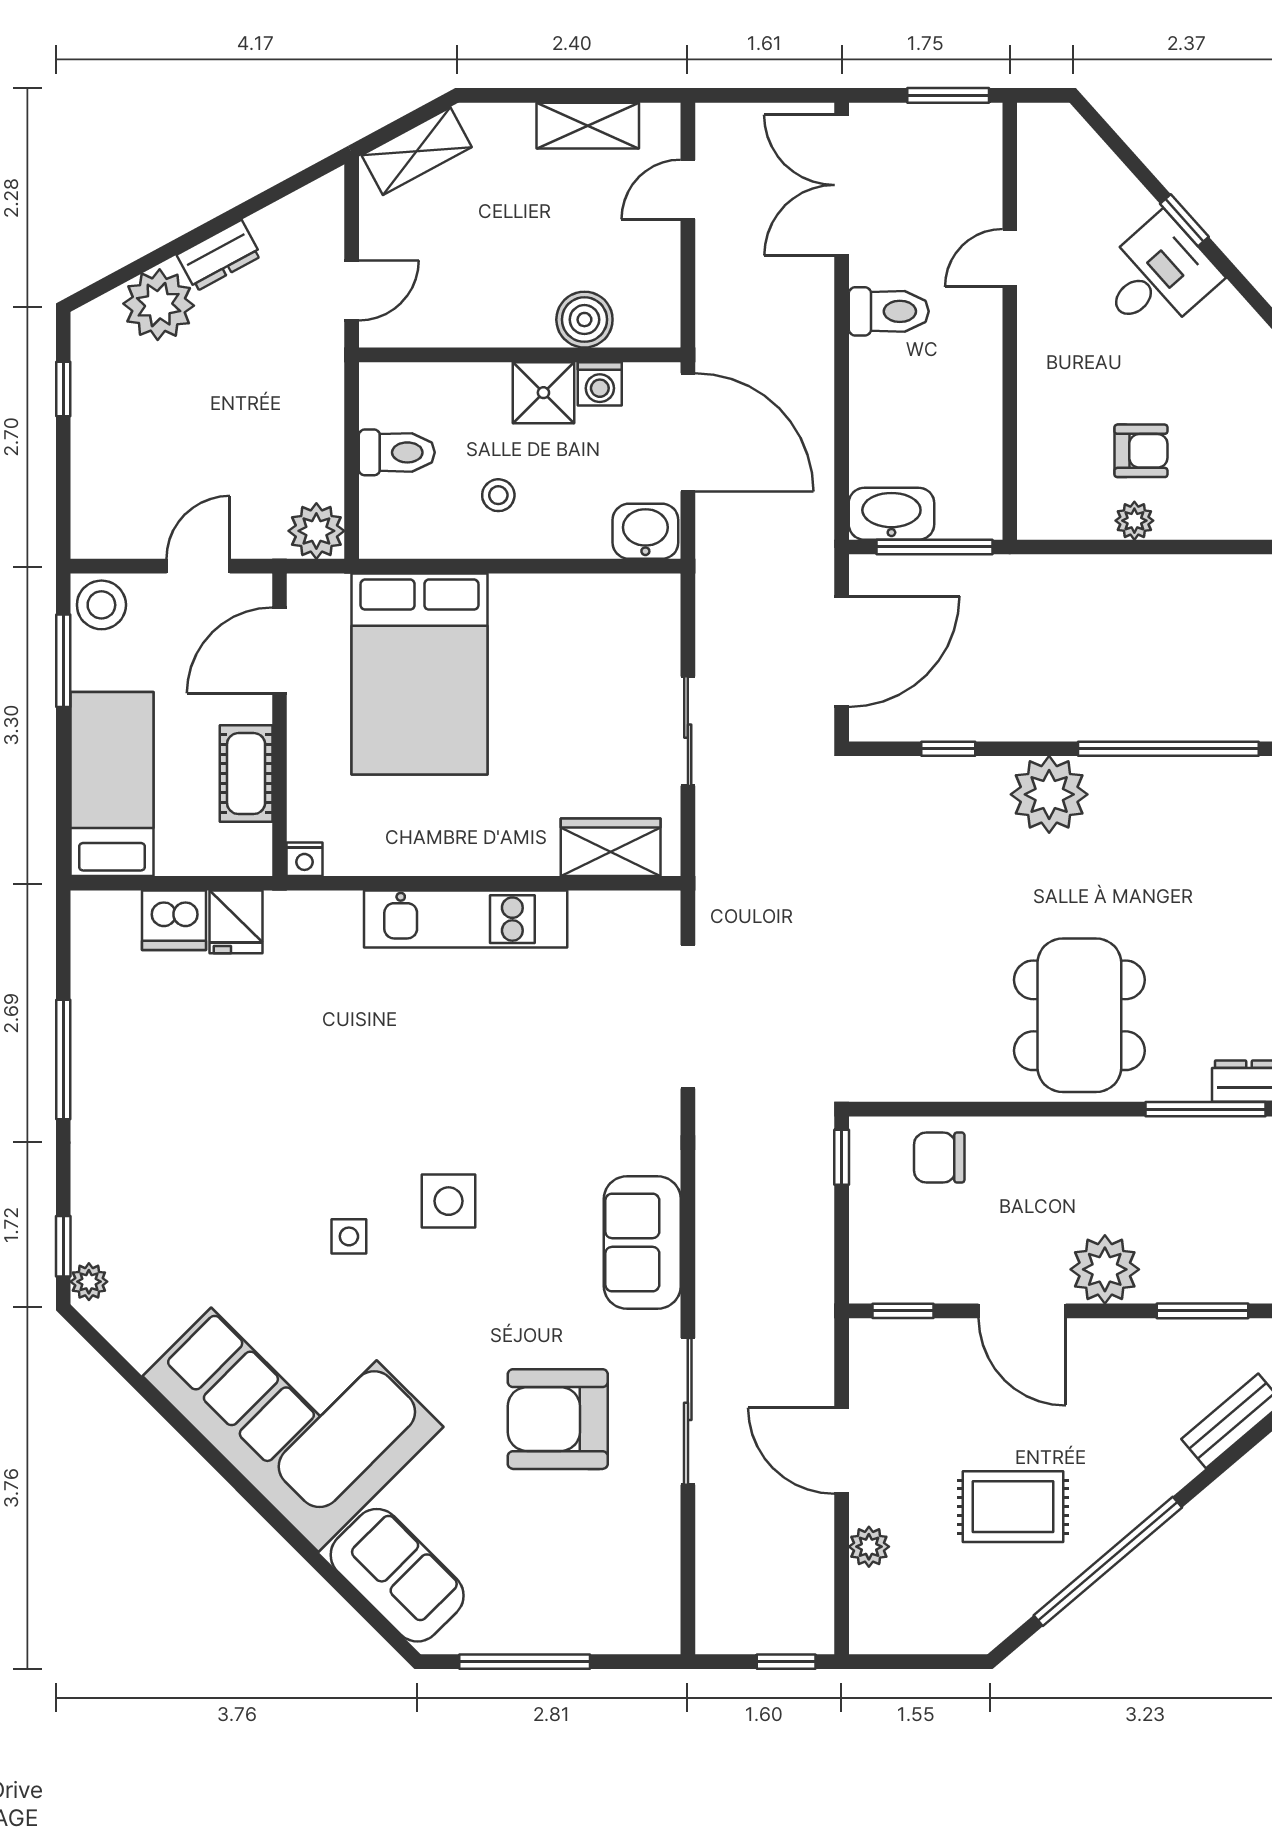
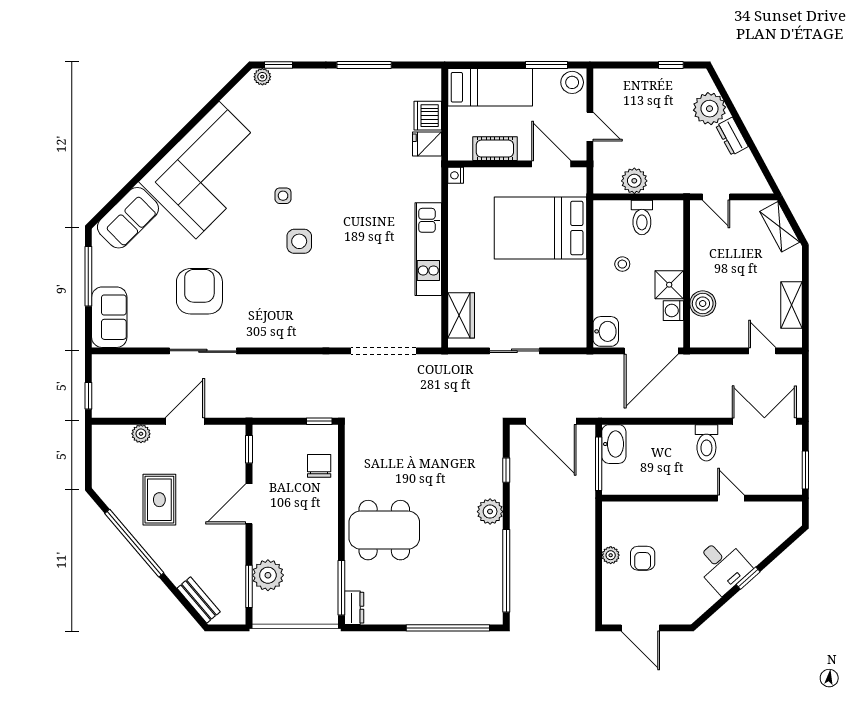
plant: (316, 531) -> (634, 181), moved
plant: (1049, 794) -> (490, 512), width x0.73, depth x0.73
sofa: (642, 1242) -> (109, 317), moved, turned 90
plant: (1105, 1269) -> (268, 575), moved

